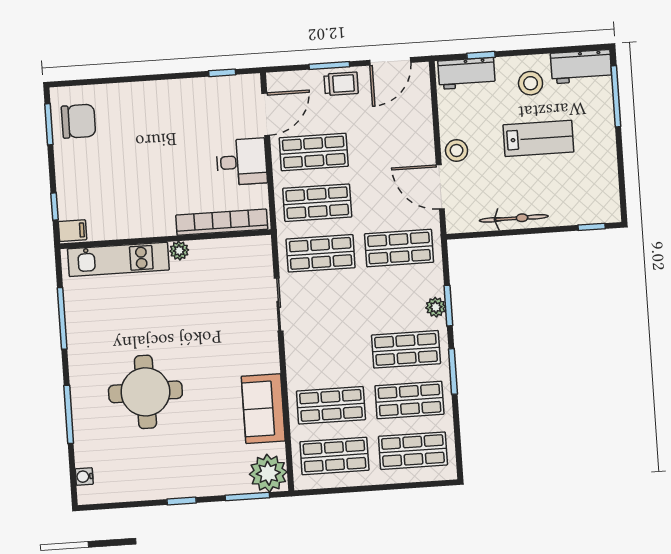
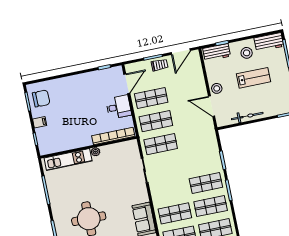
filing cabinet: (72, 231) -> (40, 122), moved
shop shelf: (399, 248) -> (196, 137), removed
plant: (436, 307) -> (217, 162), removed

